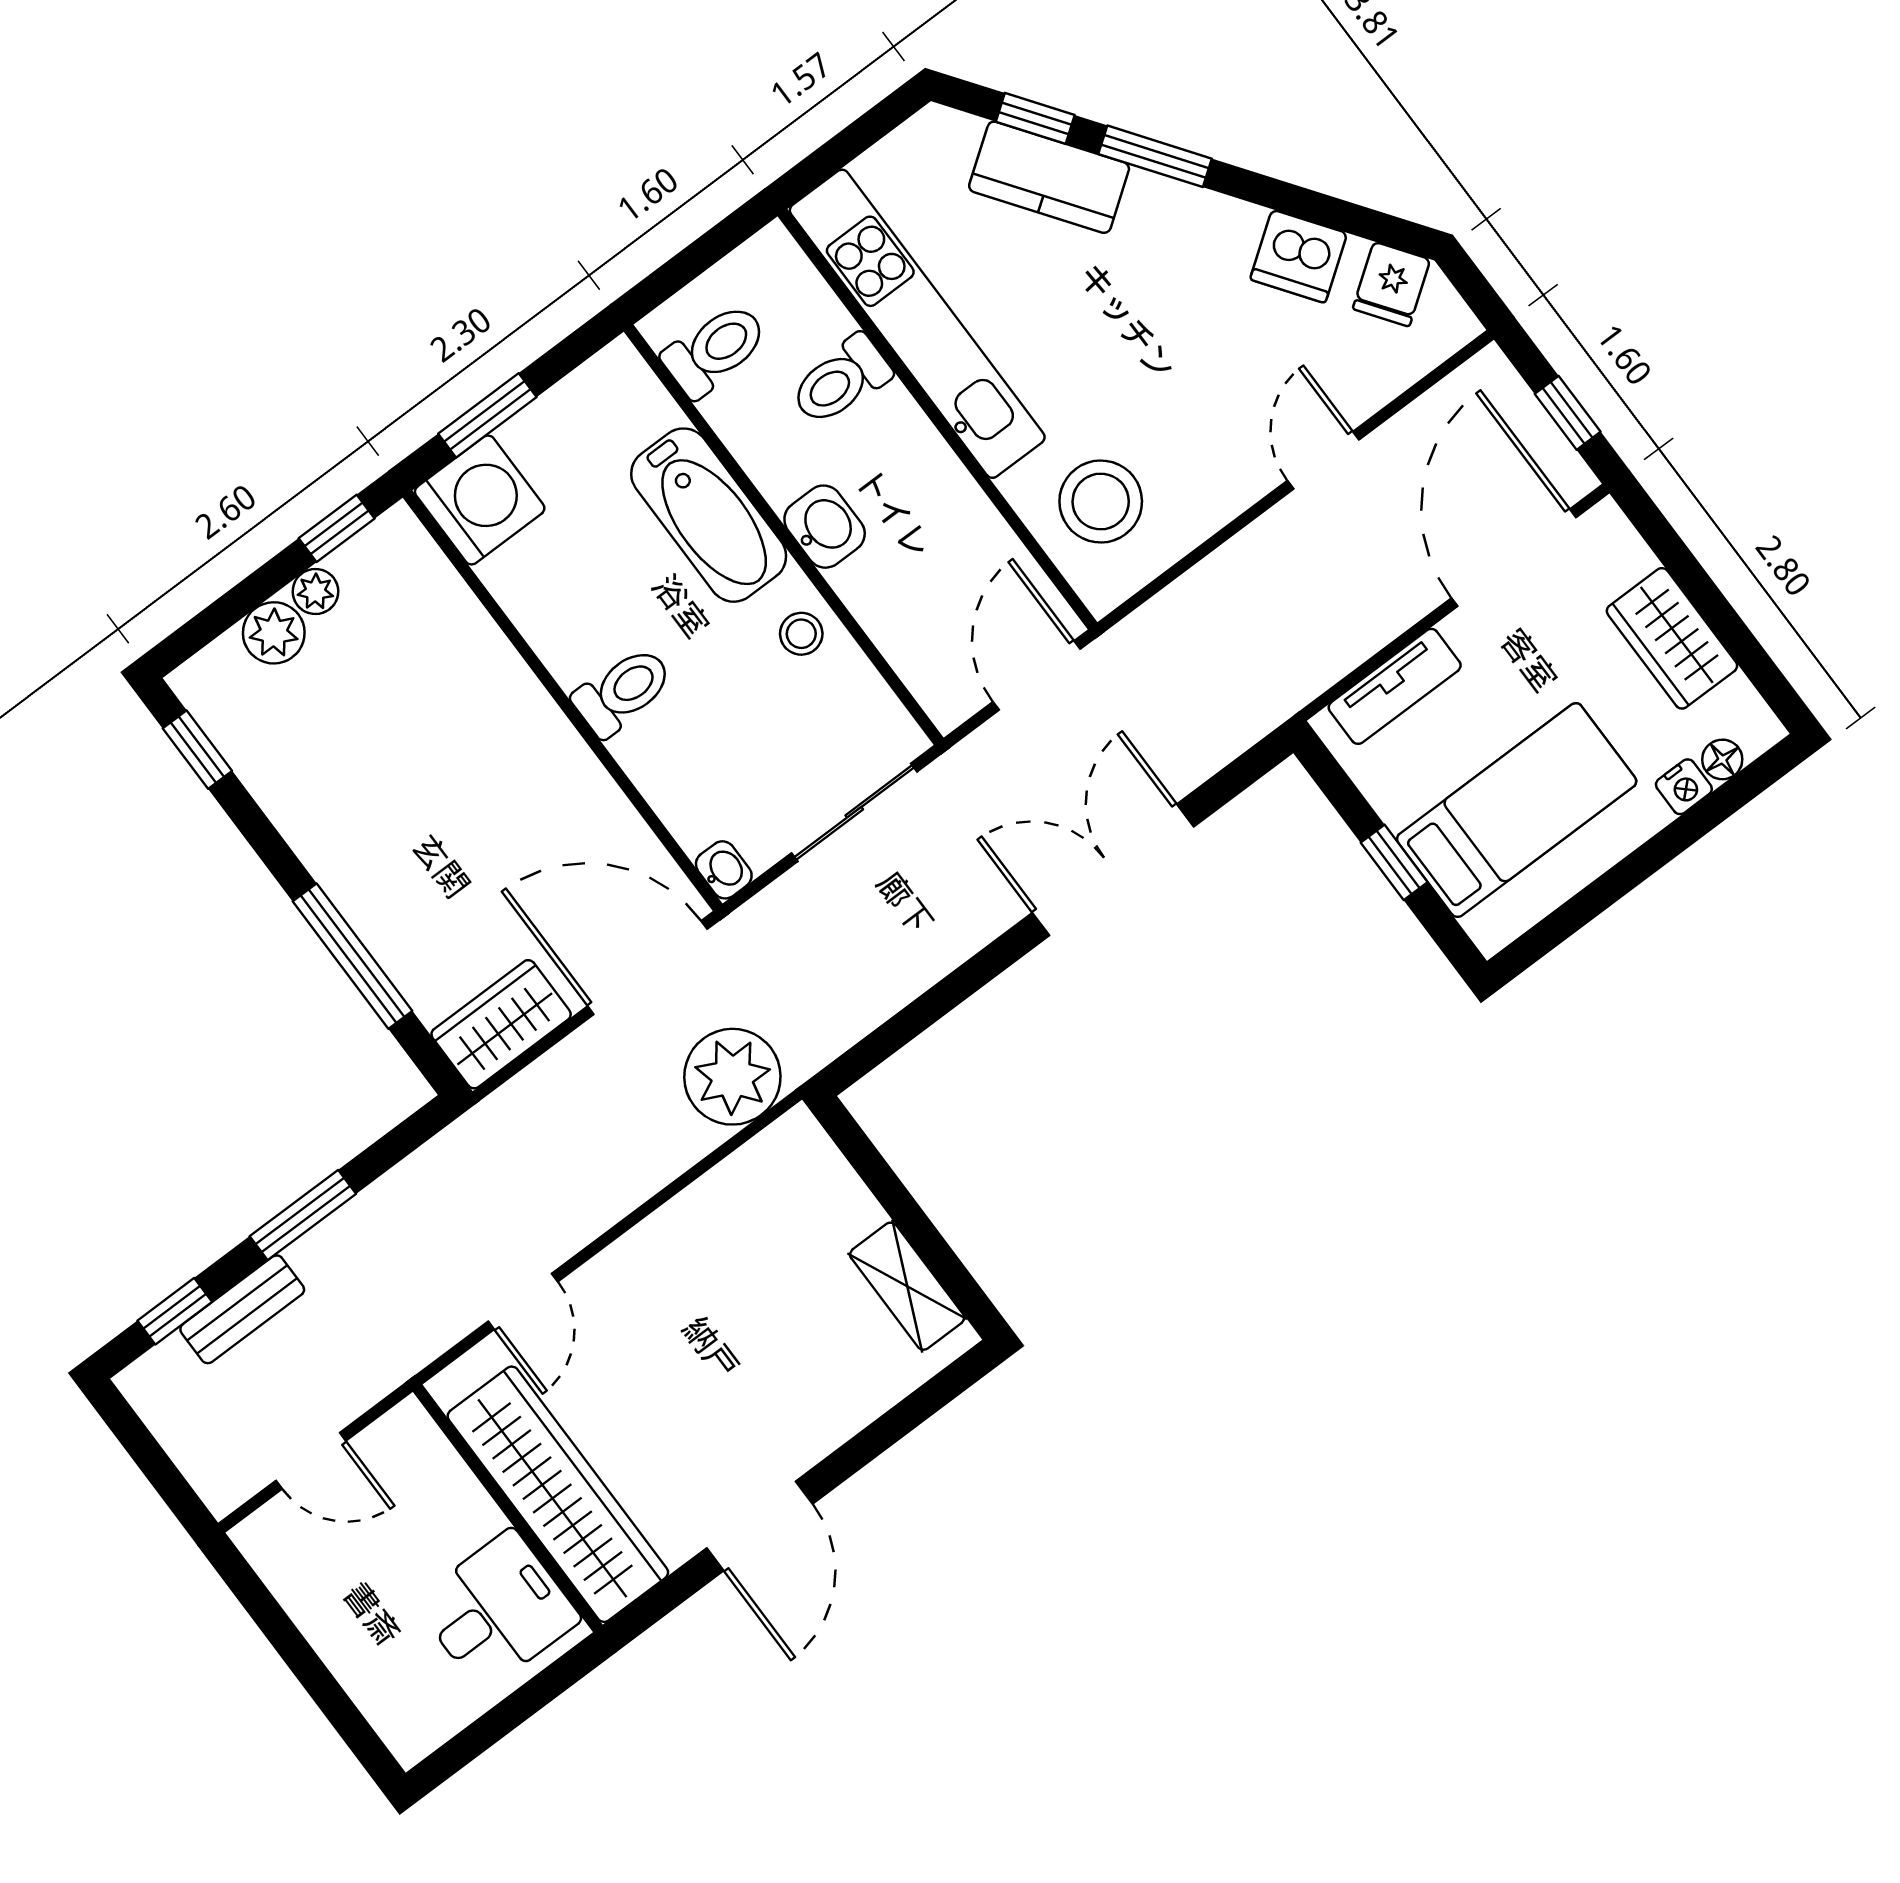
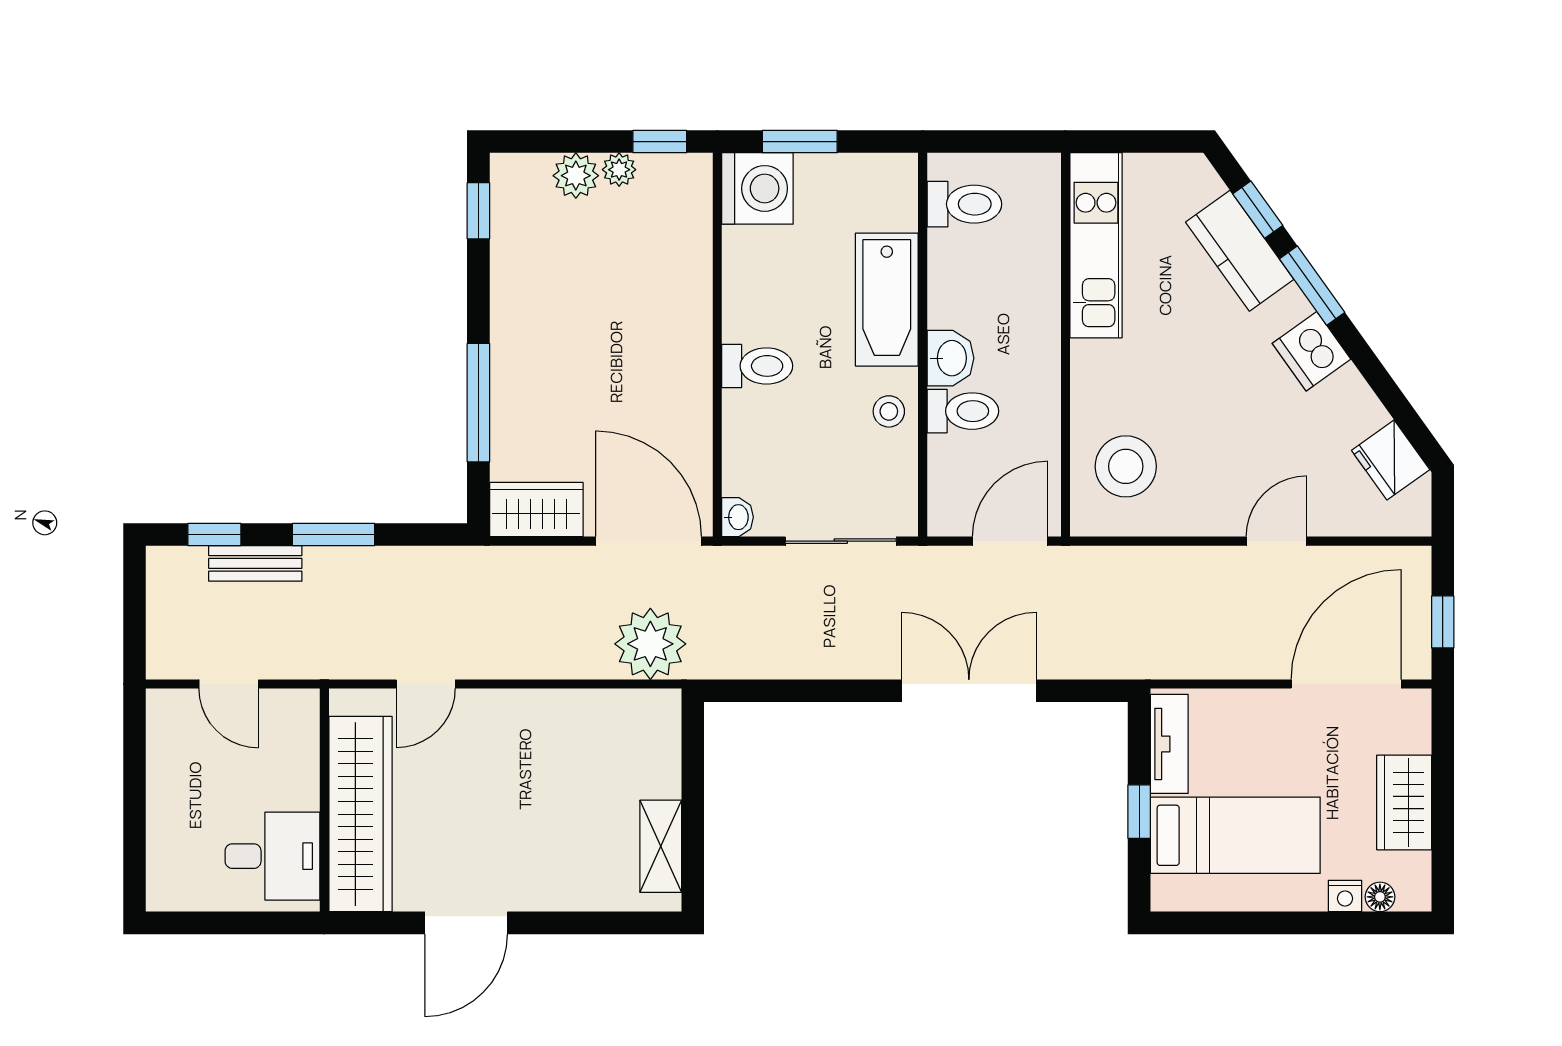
dishwasher: (1299, 256) -> (1312, 351), moved
fridge: (1391, 284) -> (1391, 460), width x1.38
kitchen unit: (917, 324) -> (1096, 245), width x0.73
toilet: (841, 380) -> (963, 411), moved, turned 180
tv unit: (1395, 686) -> (1169, 744), moved, turned -90

